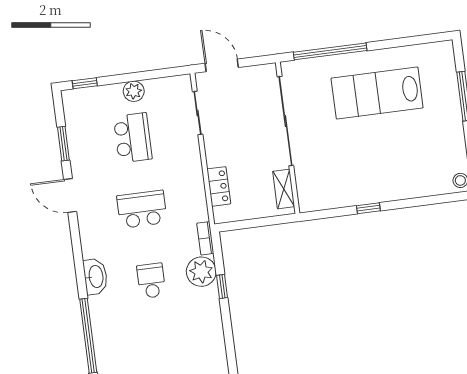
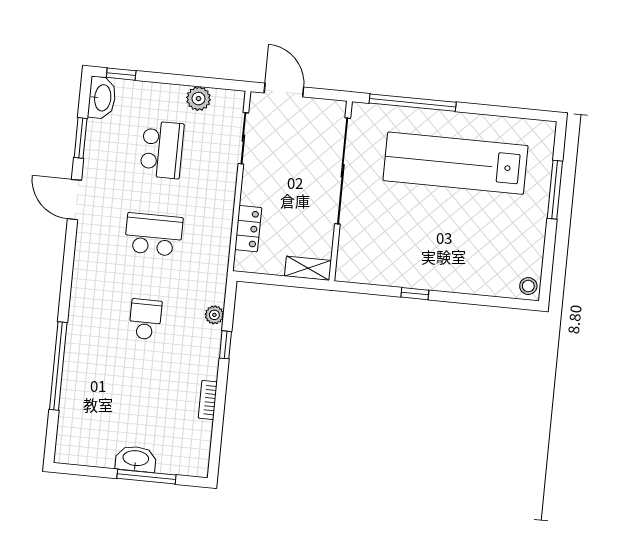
plant: (134, 91) -> (199, 99), moved
lab bench: (377, 93) -> (456, 163), width x1.36
shelving: (284, 189) -> (308, 268), moved, turned 90
bookcase: (205, 238) -> (208, 400), moved
plant: (201, 272) -> (214, 315), width x0.53, depth x0.53
washbasin: (95, 277) -> (102, 98), moved

